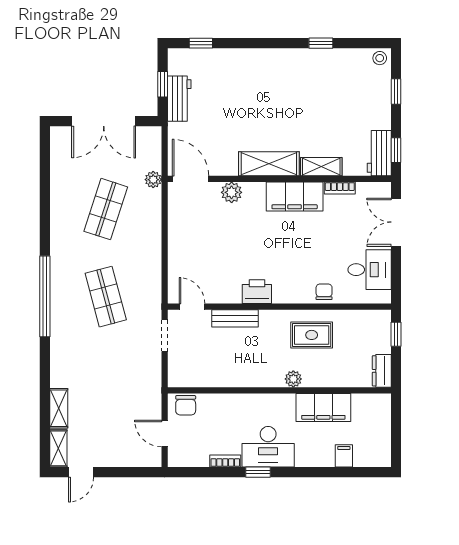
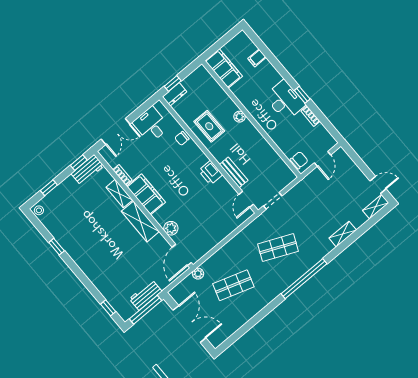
window: (163, 84) -> (145, 310), width x2.17
shop shelf: (106, 297) -> (278, 248), turned 39
dresser: (382, 371) -> (175, 94), moved
filing cabinet: (323, 407) -> (224, 69), moved
shelving: (59, 408) -> (343, 234), moved

